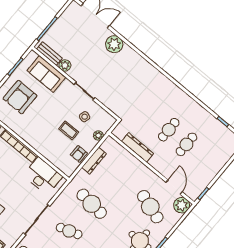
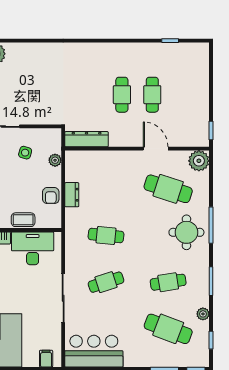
coffee table: (69, 130) -> (23, 220), moved
dresser: (138, 147) -> (87, 139), moved
dresser: (94, 161) -> (72, 195), width x0.70
door: (174, 187) -> (156, 149), moved
cafe table: (92, 204) -> (106, 235), width x0.73, depth x0.74

